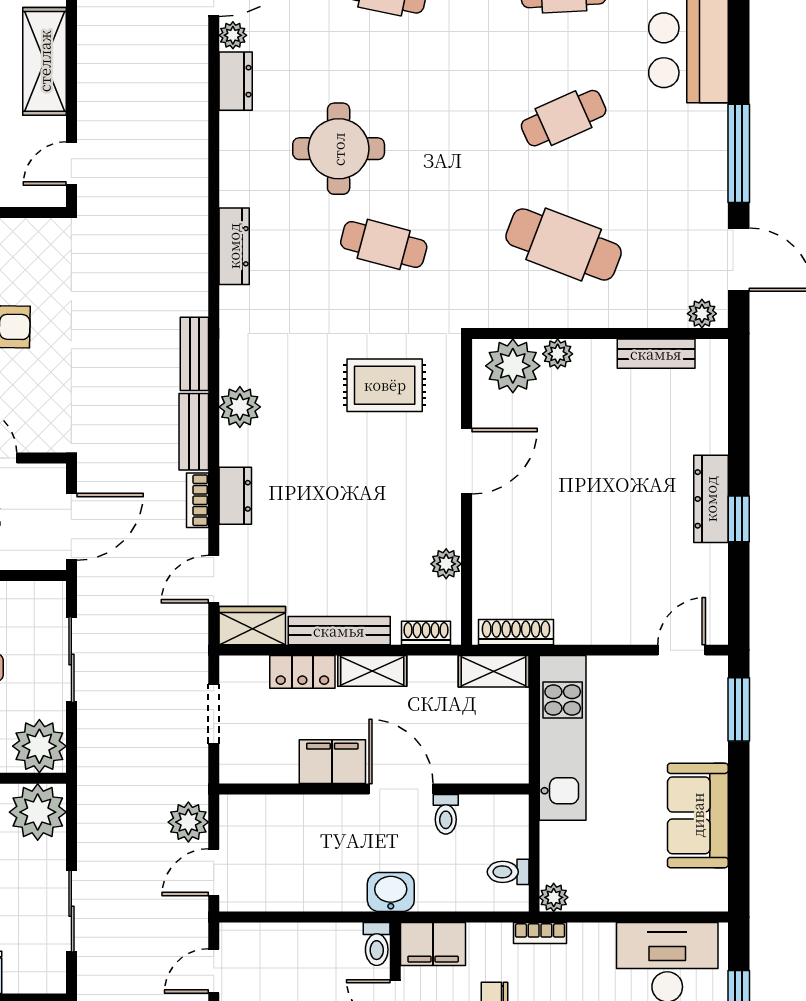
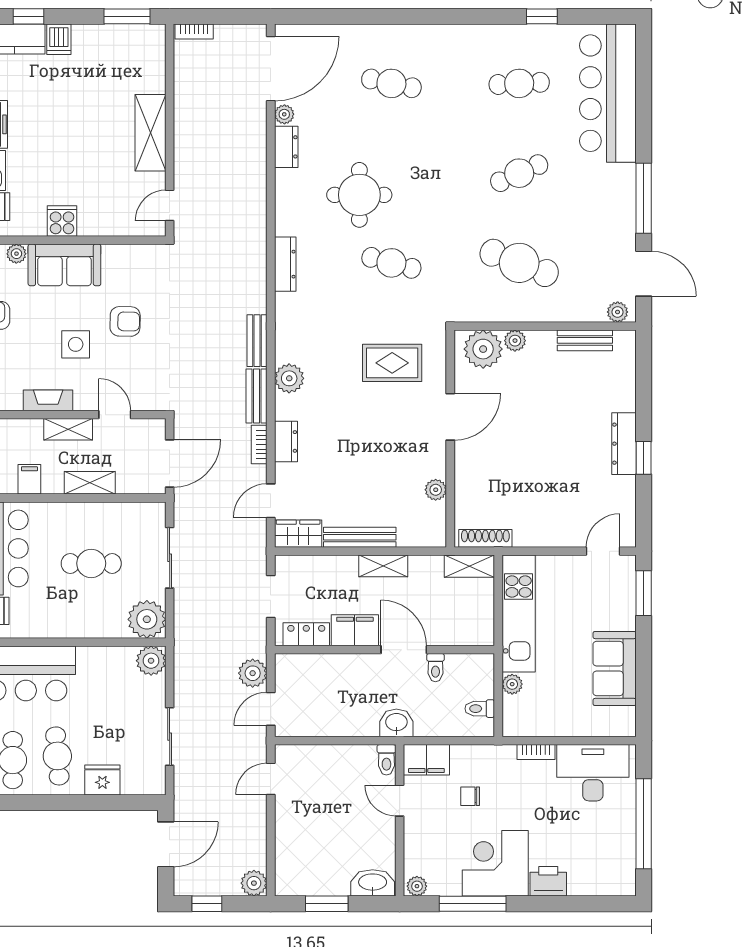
shoe rack: (426, 633) -> (421, 539), removed
locker: (302, 672) -> (306, 634), moved, turned 180
plant: (38, 812) -> (151, 661), width x0.73, depth x0.73
plant: (554, 897) -> (512, 684), moved
bookcase: (540, 933) -> (536, 752), moved

